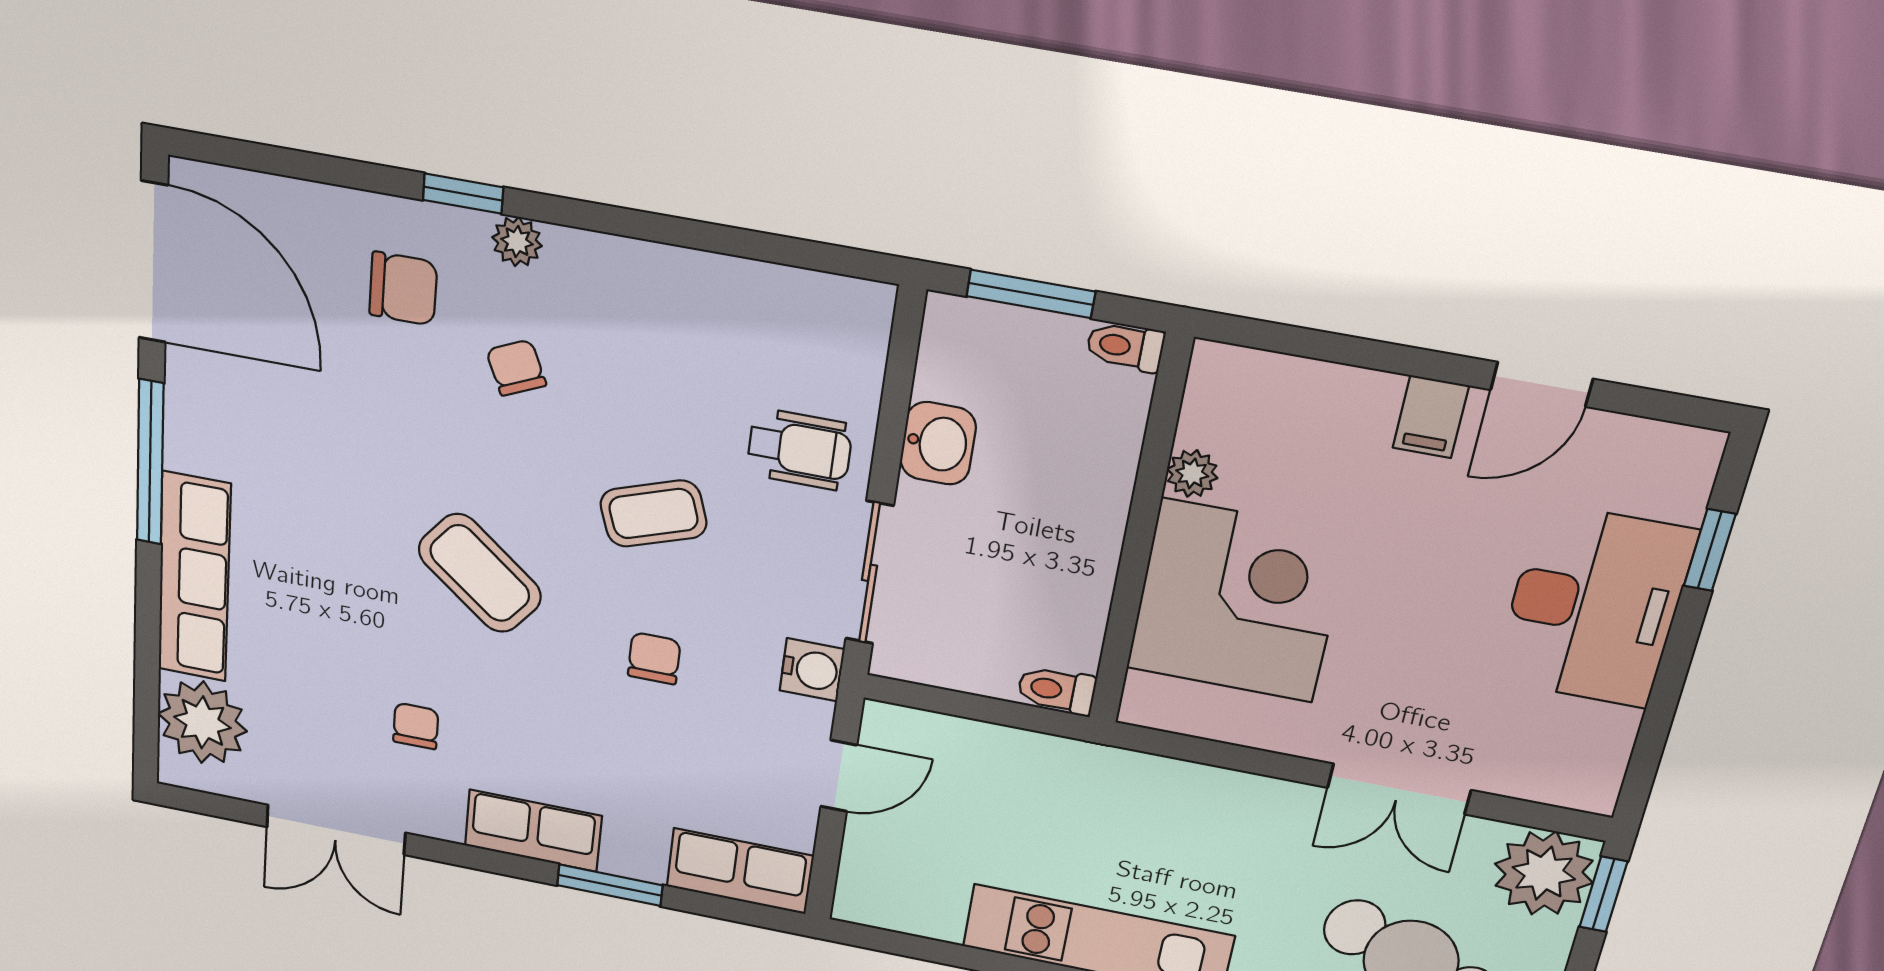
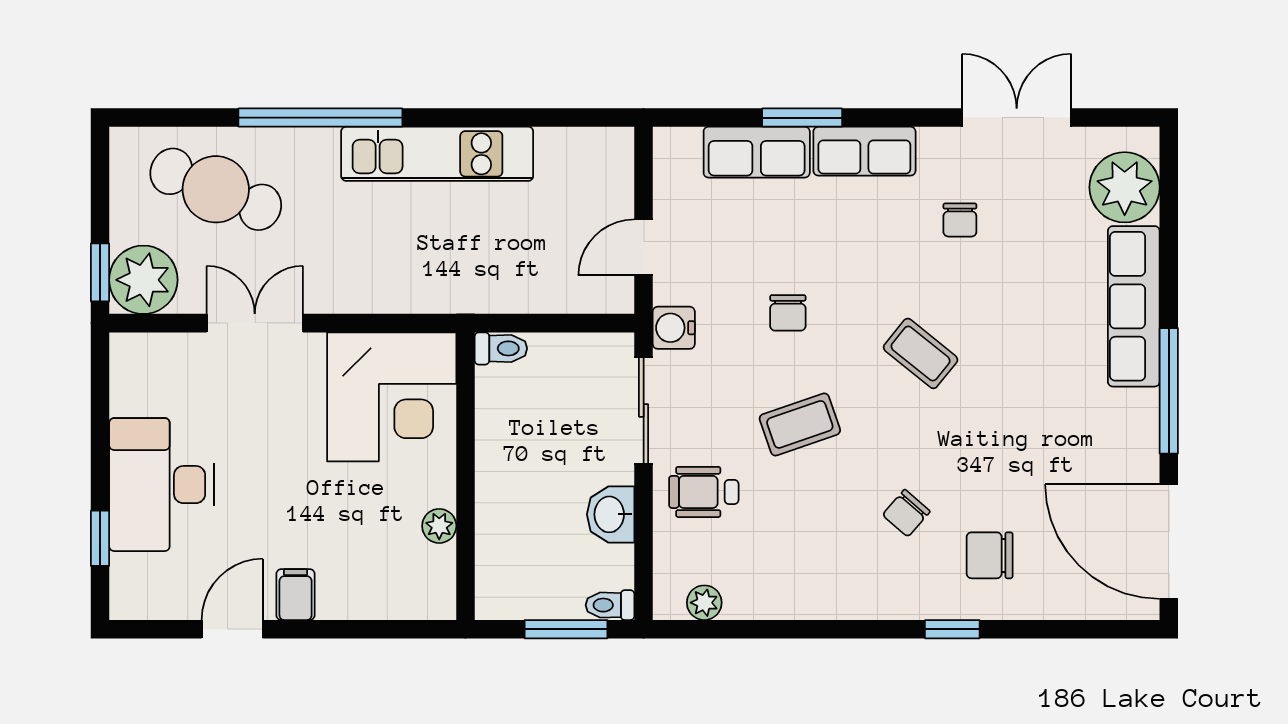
plant: (517, 242) -> (704, 603), moved
toilet: (1125, 347) -> (610, 605), moved, turned 180
chair: (516, 368) -> (906, 513), turned 65
coffee table: (480, 573) -> (921, 353), width x0.73, depth x0.77
corner desk: (1237, 601) -> (392, 397), moved, turned -90
row of seats: (740, 871) -> (757, 152), moved

